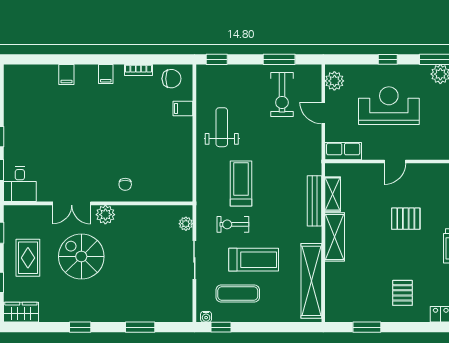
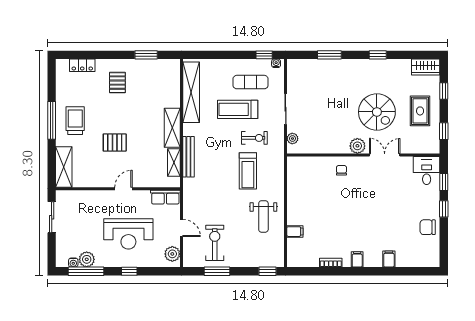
chair: (171, 79) -> (428, 227), moved

